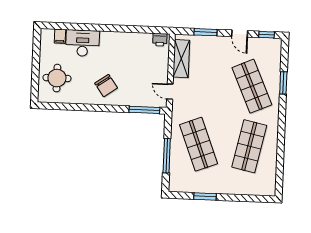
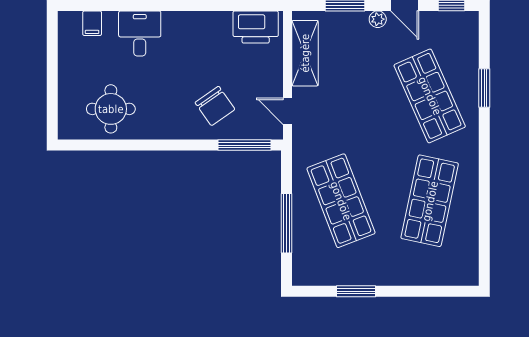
printer: (160, 40) -> (256, 27), width x1.87, depth x1.48
plant: (224, 41) -> (378, 19), added
desk: (83, 43) -> (140, 33), width x0.73
round table: (57, 78) -> (111, 109), moved
chair: (106, 86) -> (215, 106), moved

